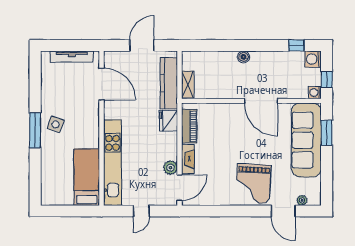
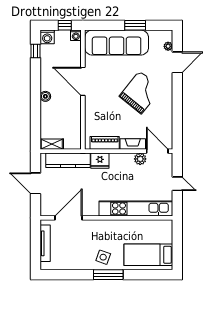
shelving: (188, 84) -> (52, 144), moved
door: (261, 101) -> (83, 81), swing flipped
window: (327, 133) -> (135, 25), moved
bed: (87, 177) -> (148, 255), moved
grand piano: (253, 184) -> (140, 92), moved, turned -54

